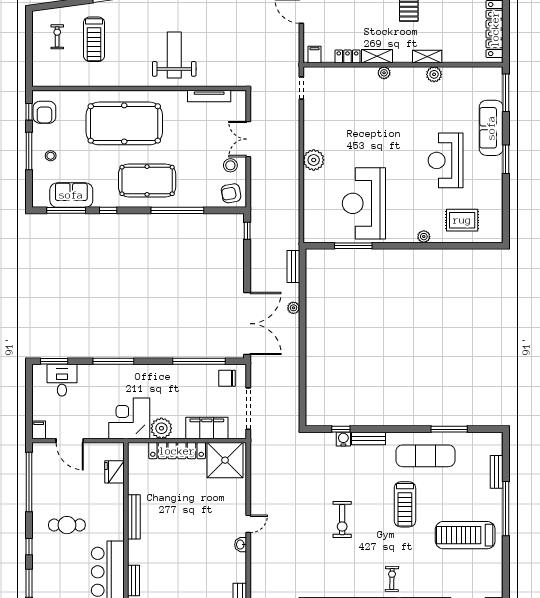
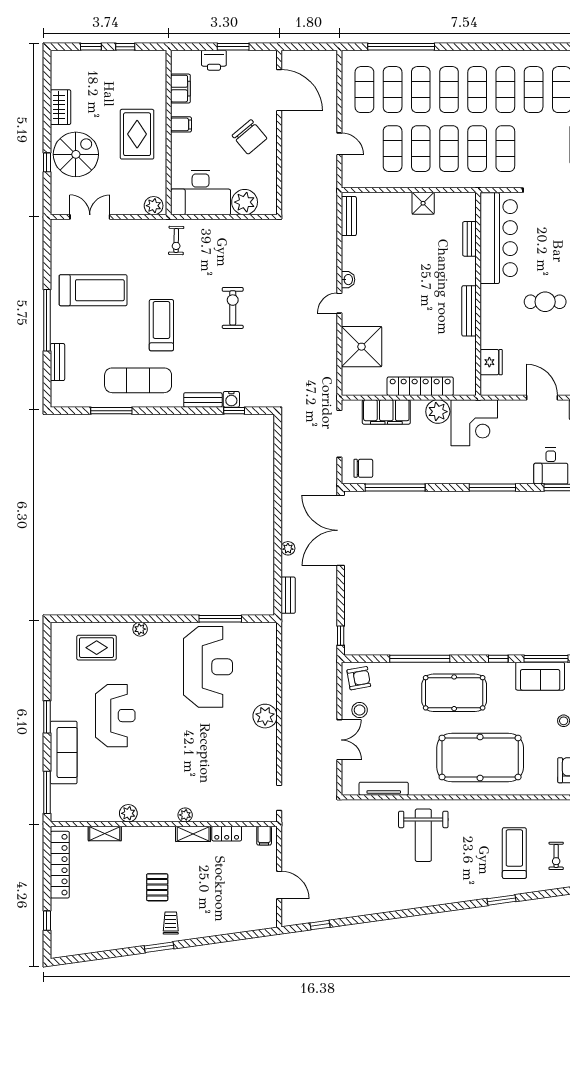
shelving: (427, 57) -> (105, 833), moved
shower: (225, 460) -> (362, 347), moved

